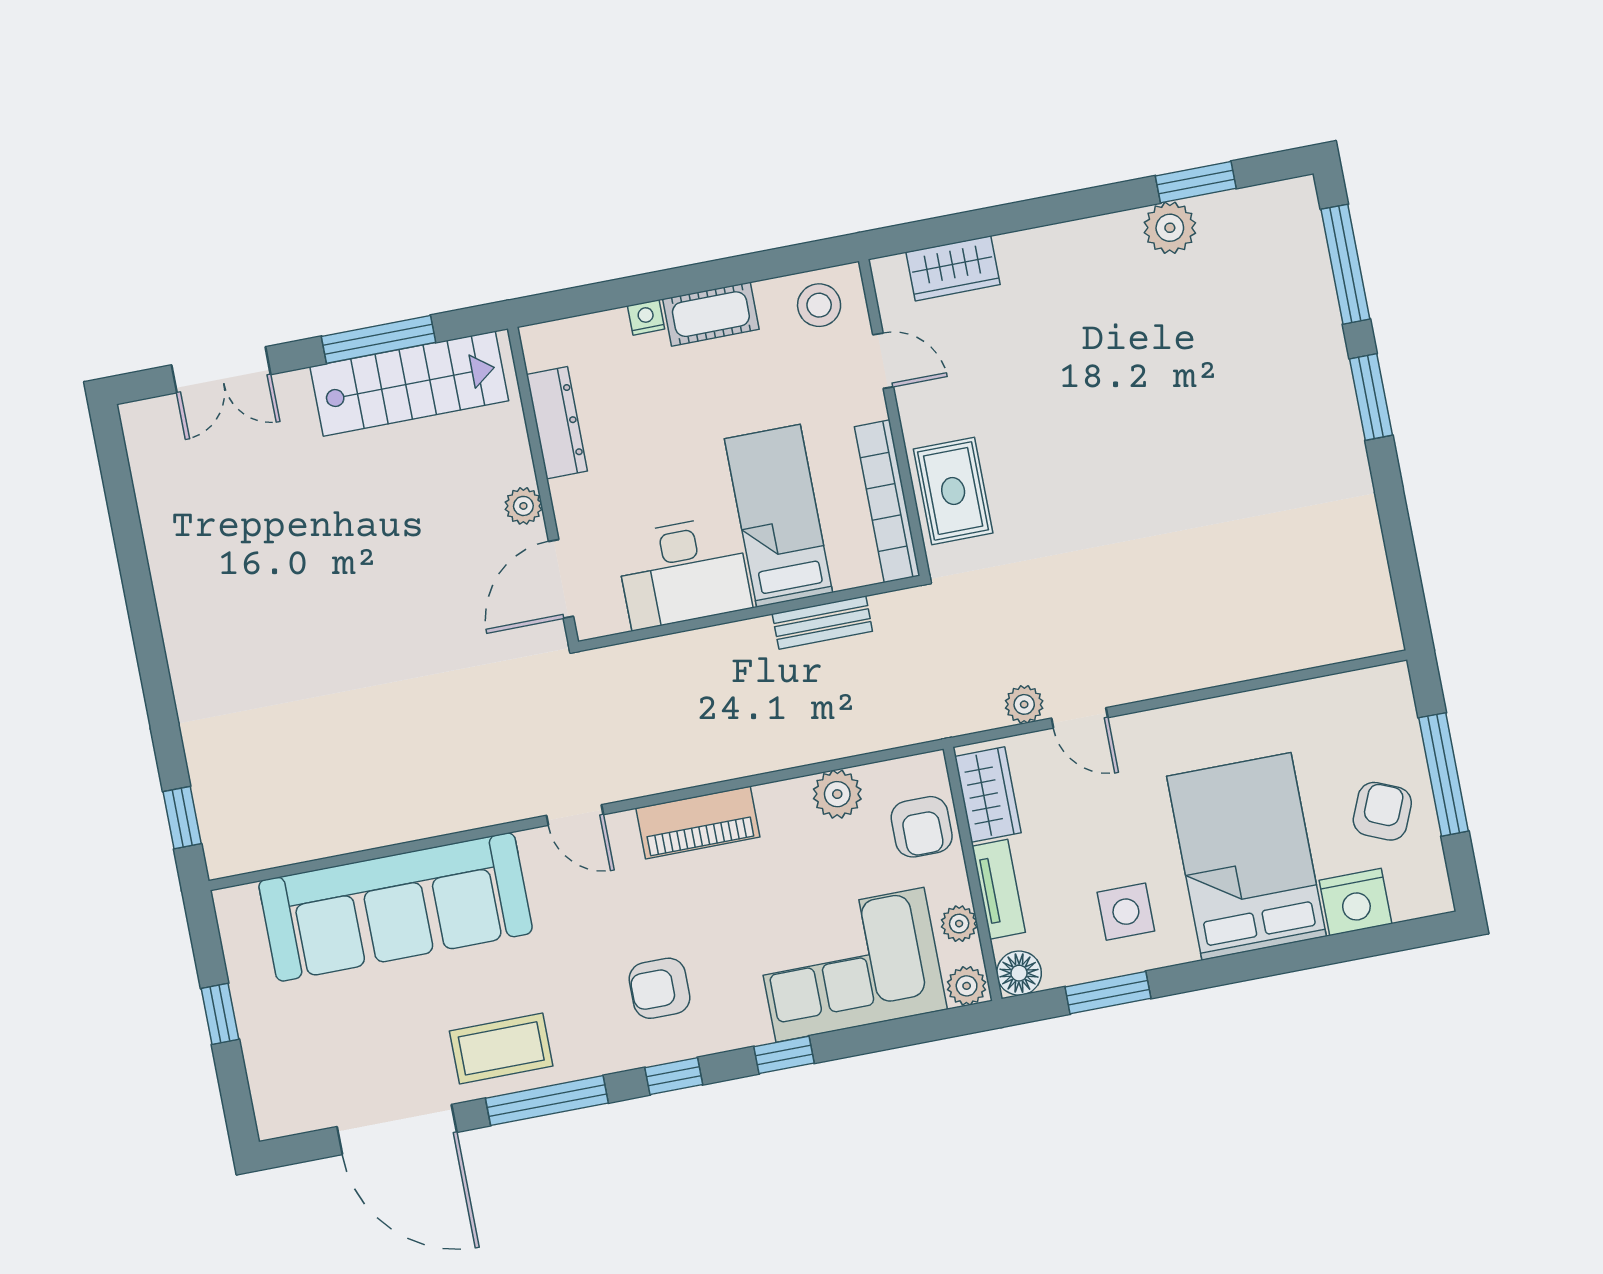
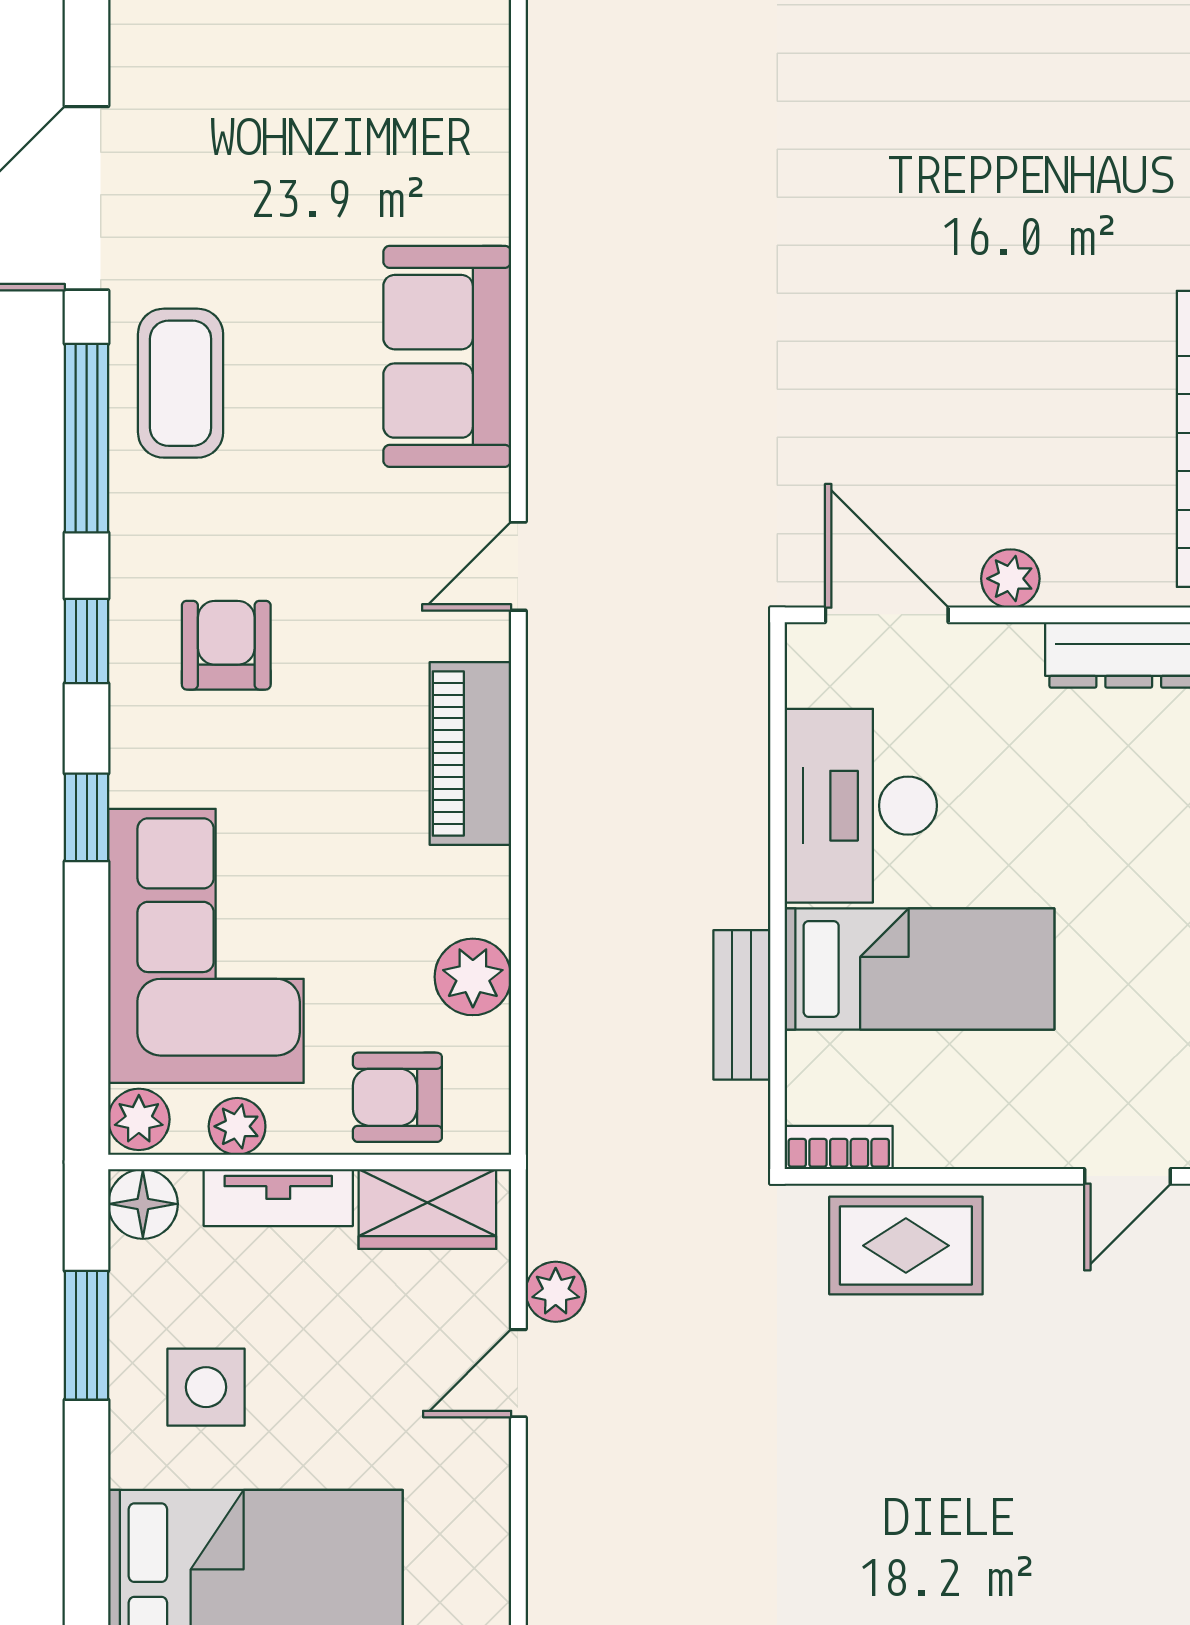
bookcase: (887, 501) -> (839, 1148), width x0.43, depth x0.76
sofa: (396, 907) -> (447, 356), width x0.54, depth x0.79

